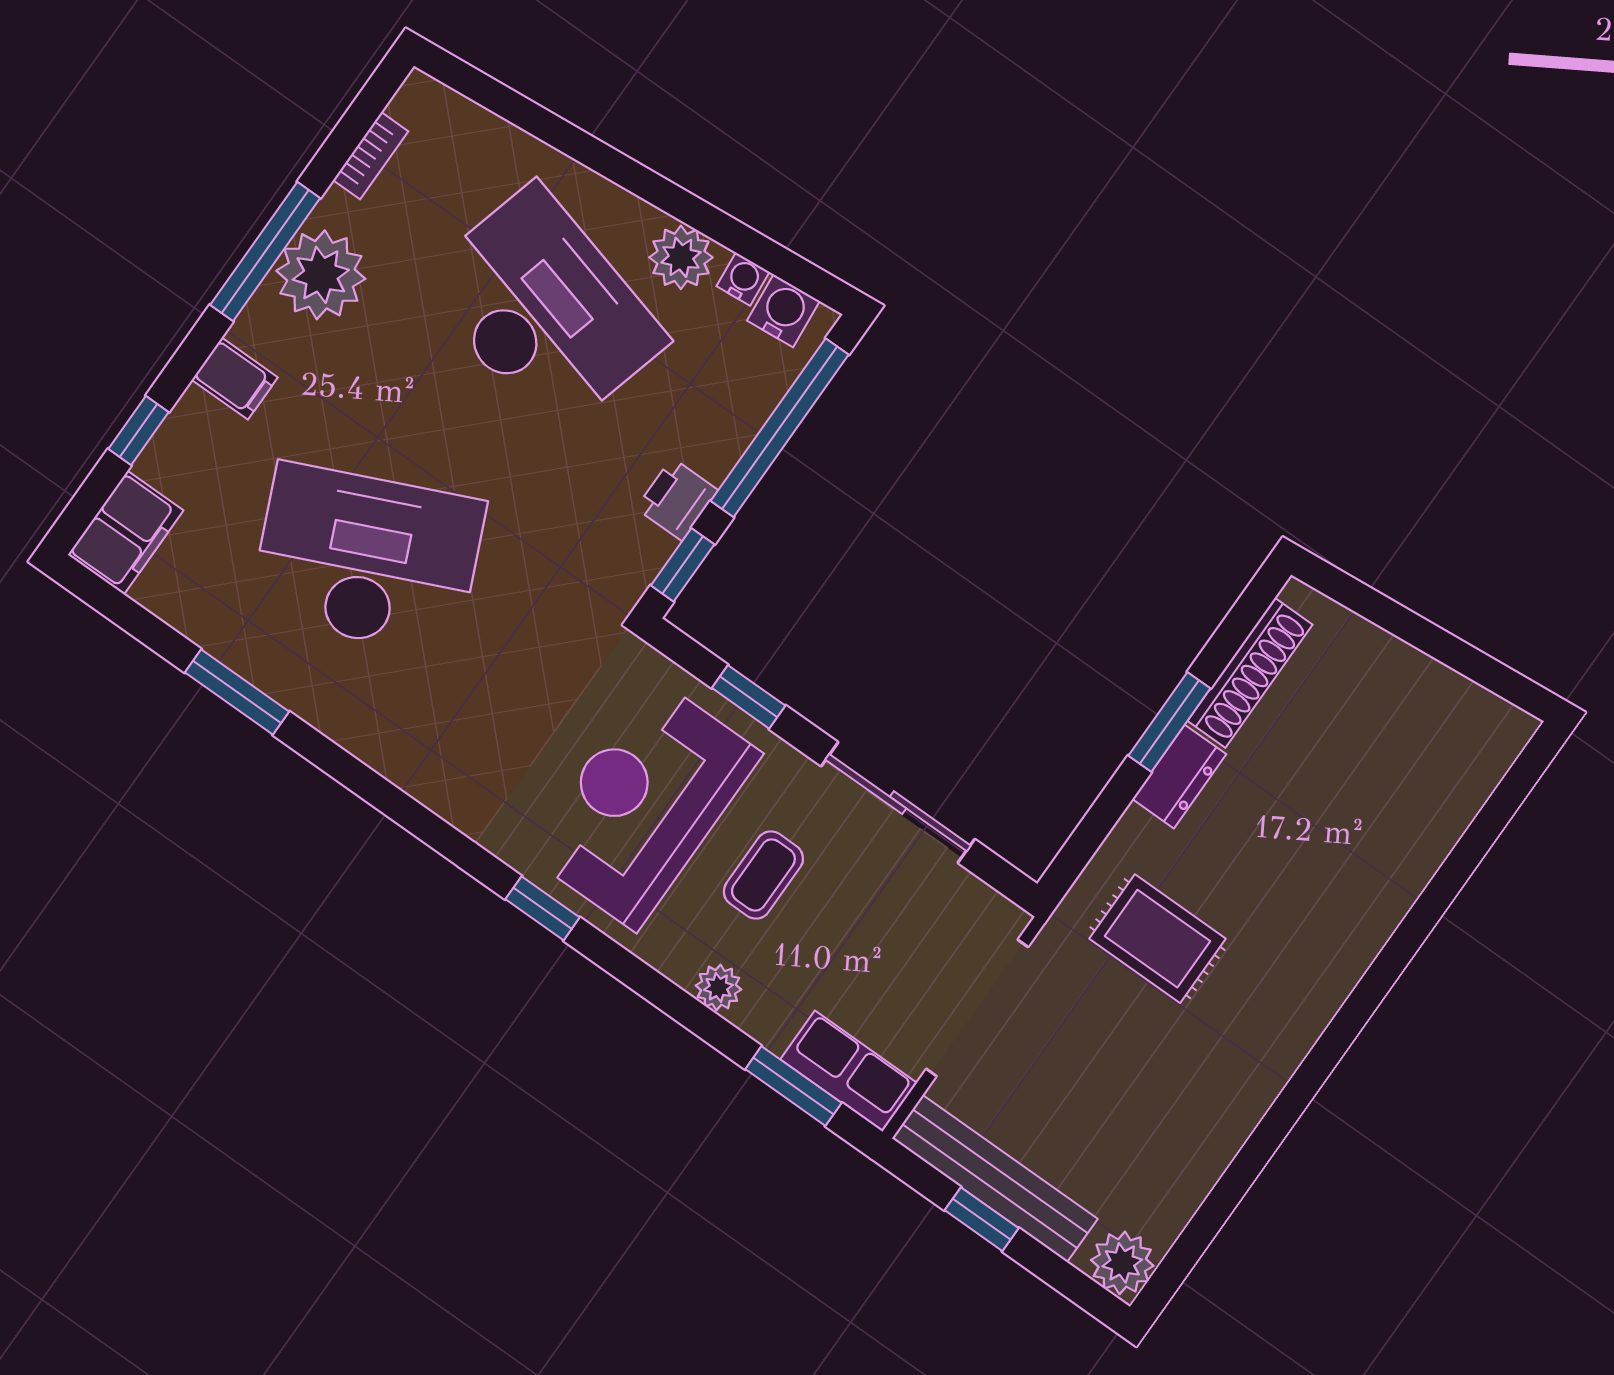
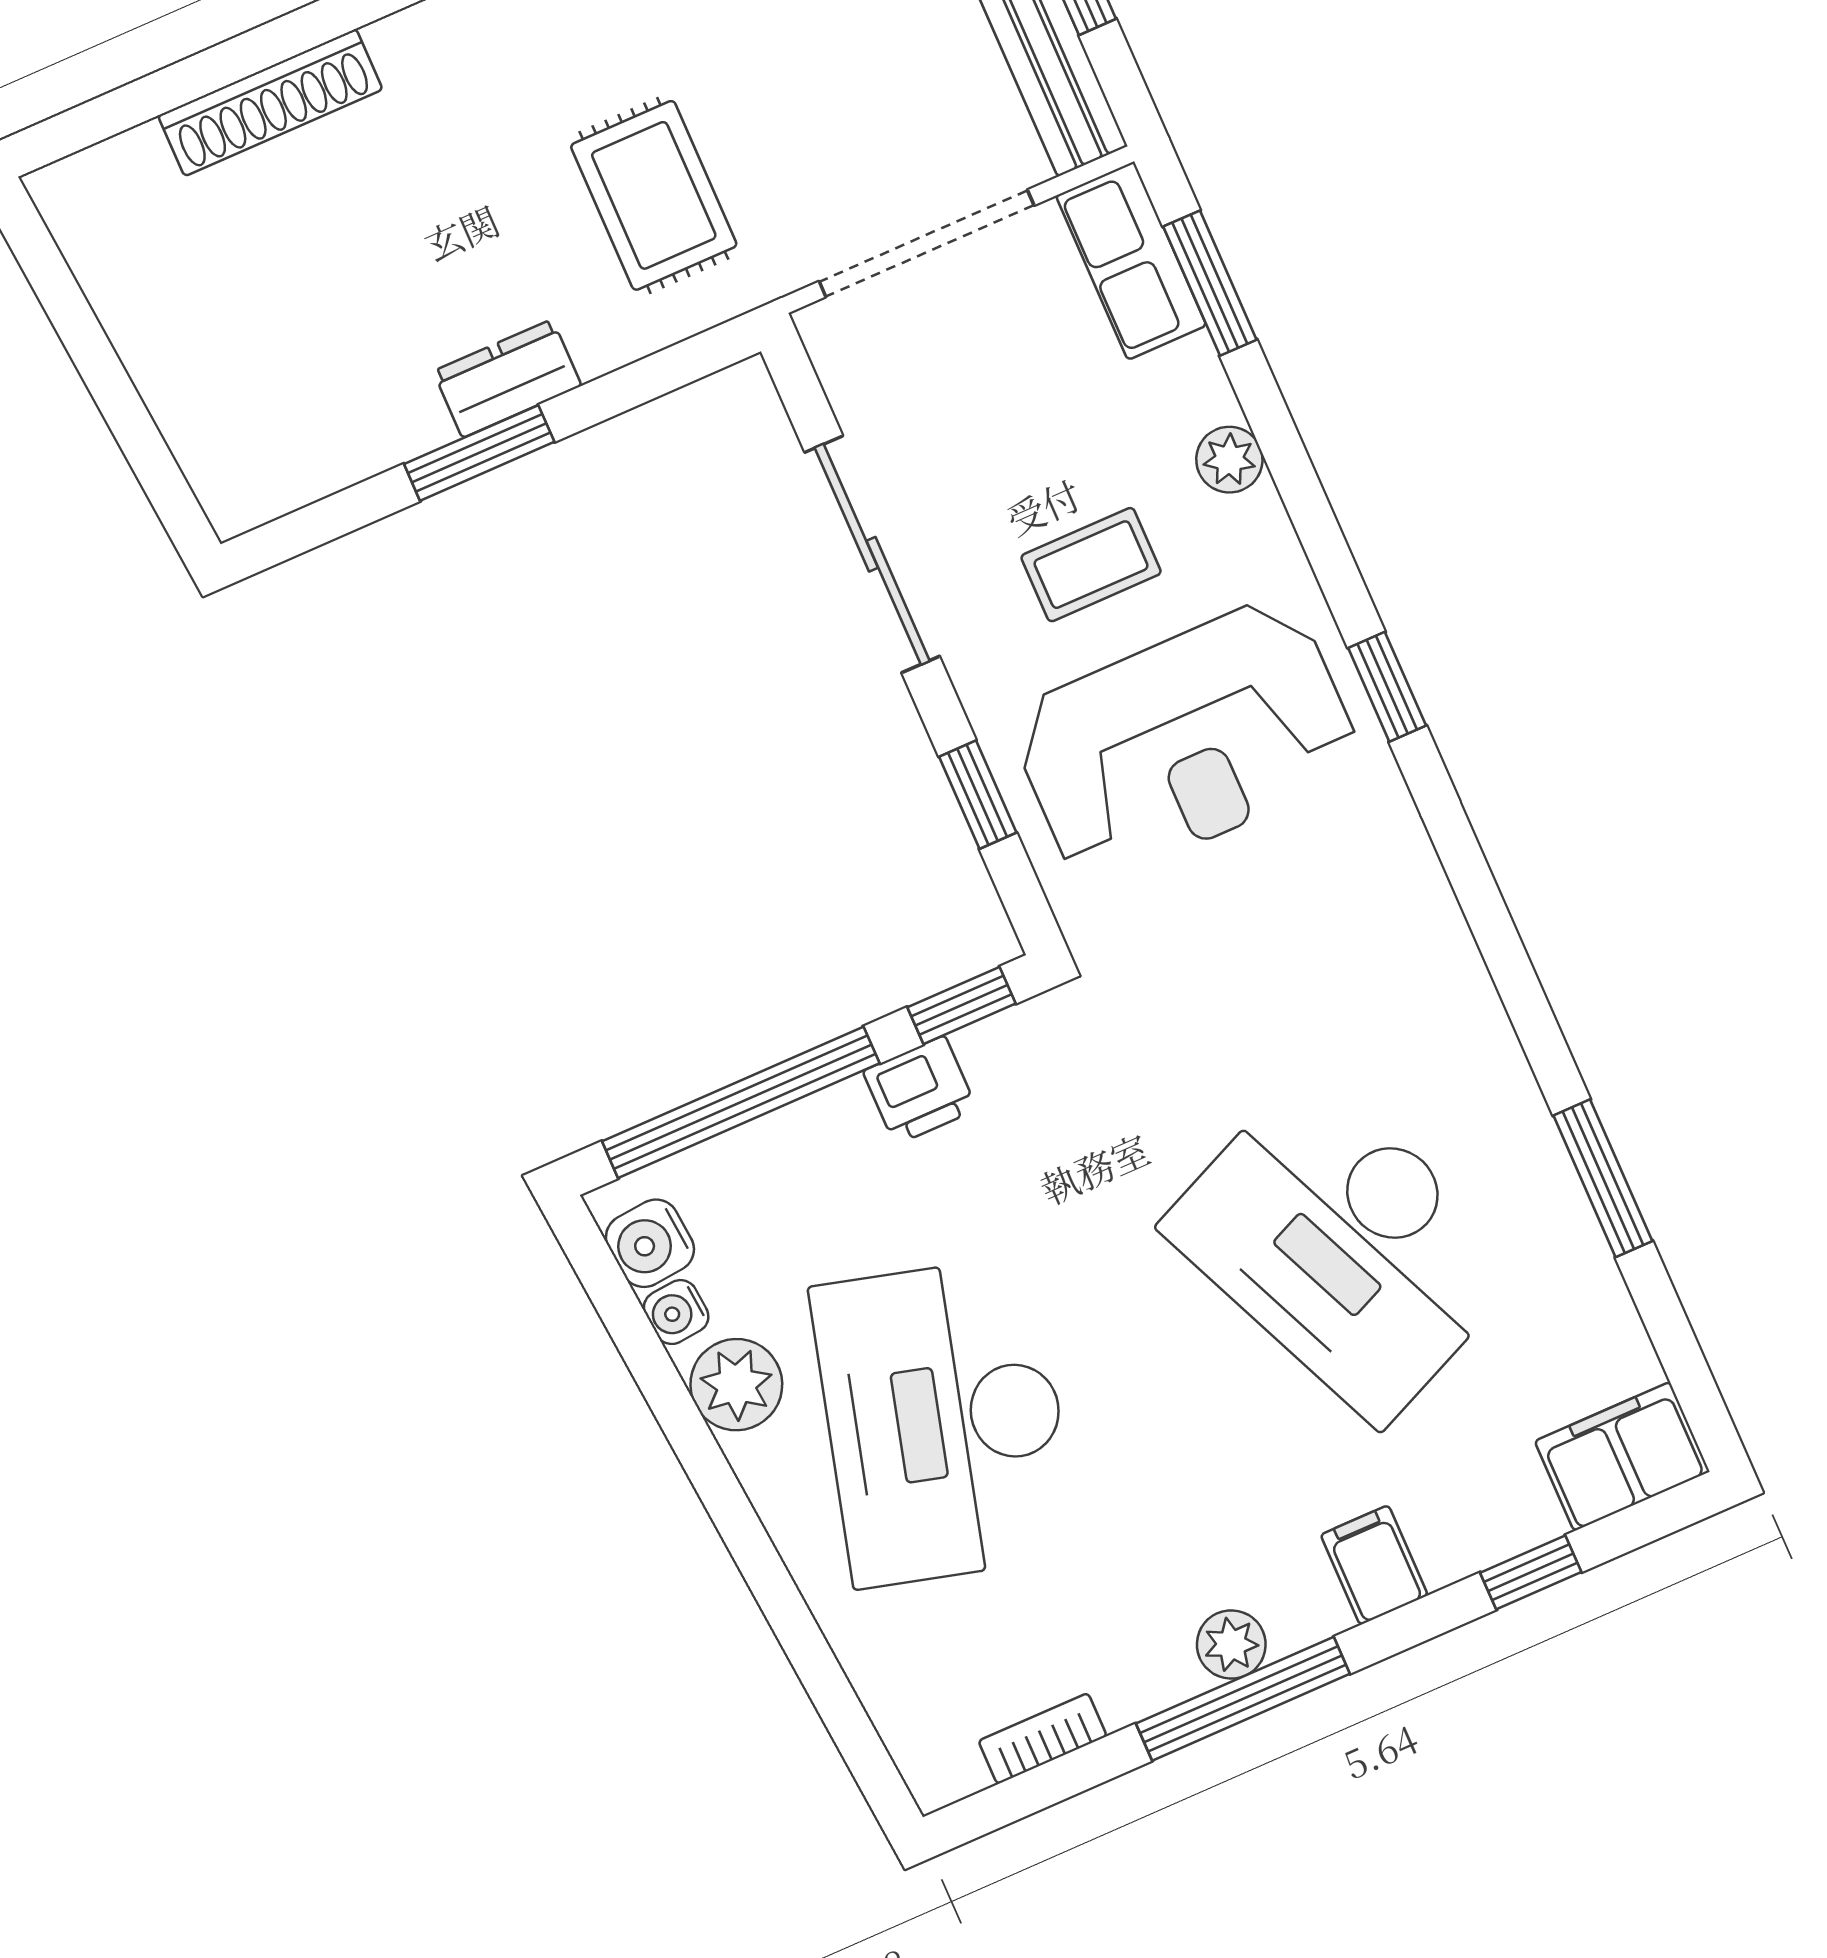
plant: (321, 275) -> (1231, 1644), width x0.53, depth x0.53
shoe rack: (1250, 673) -> (270, 102), moved, turned 180

